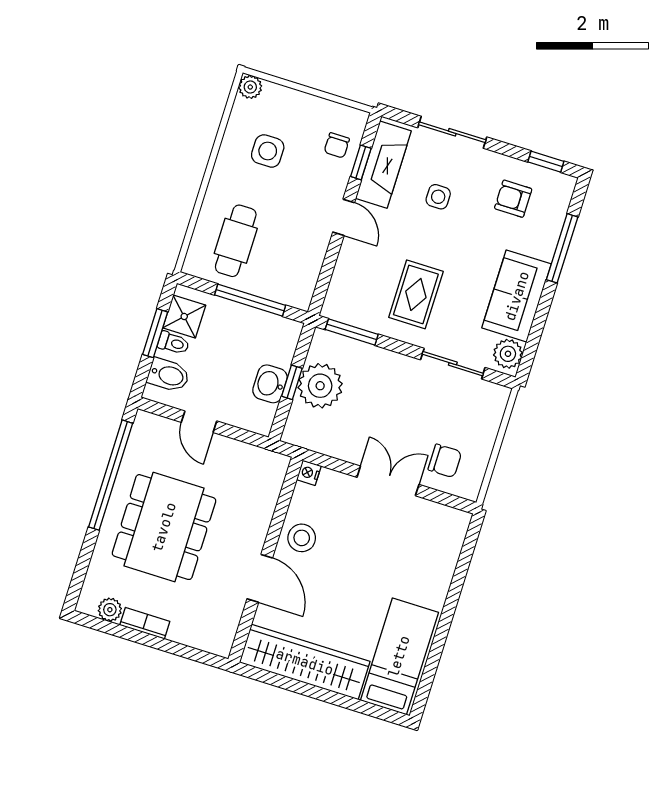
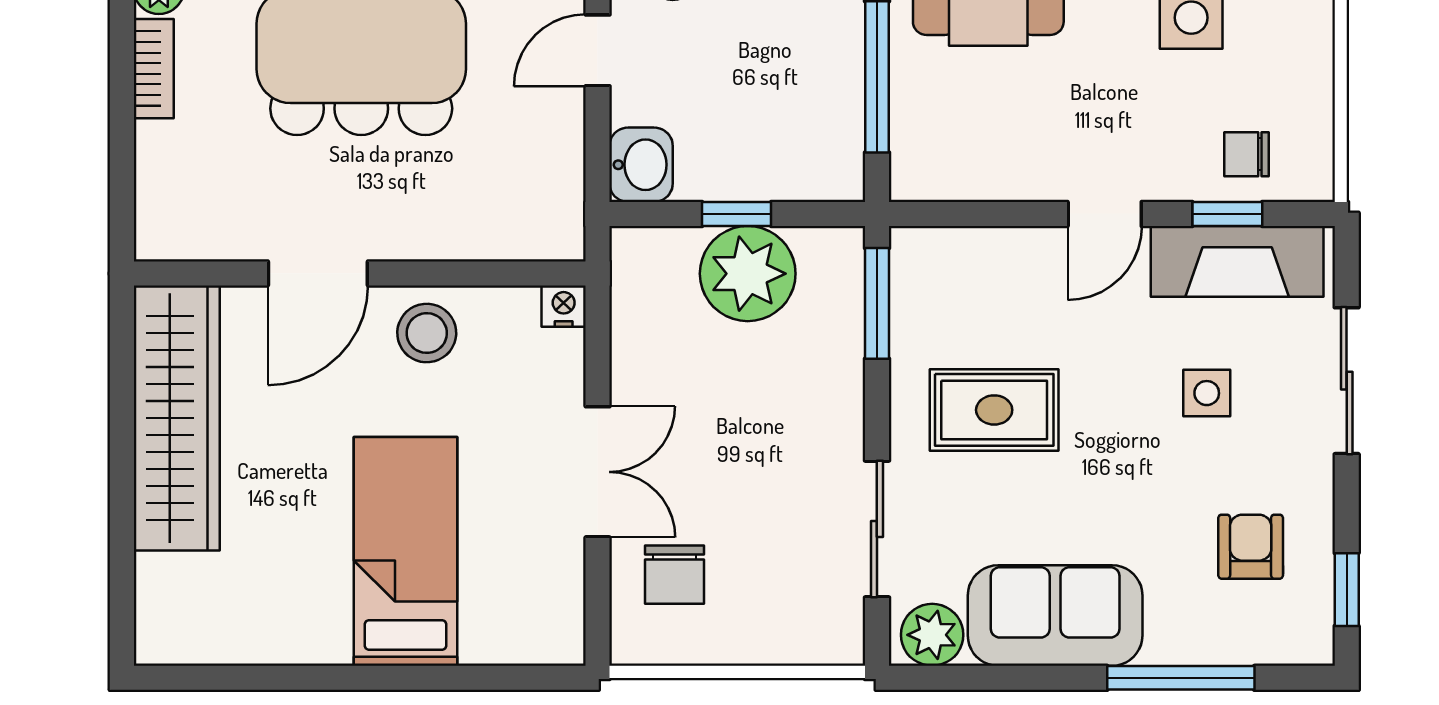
washbasin: (270, 384) -> (641, 165), moved, turned 90
bed: (399, 656) -> (406, 551), moved, turned -90

